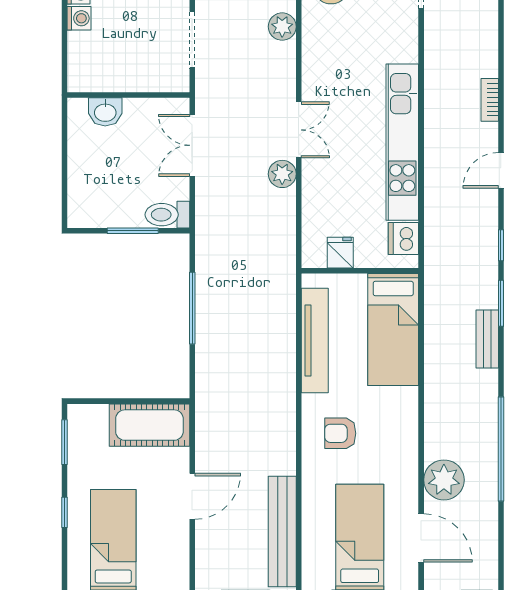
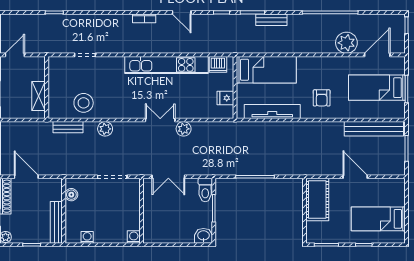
washing machine: (79, 18) -> (134, 237), moved
washbasin: (105, 112) -> (203, 236), moved, turned -90

